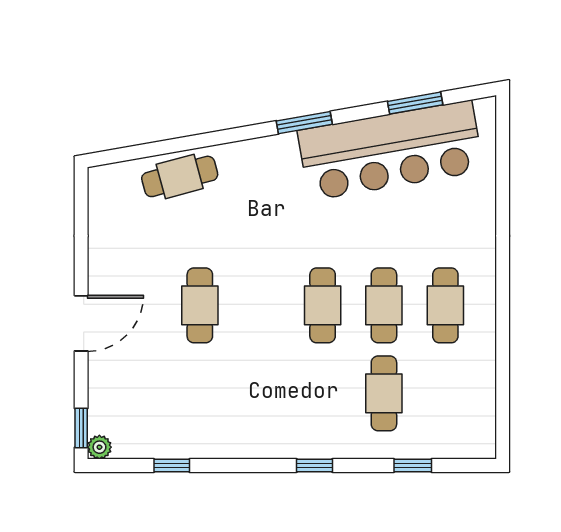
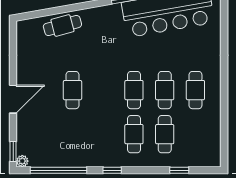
cafe table: (323, 393) -> (134, 134), added
window: (172, 465) -> (58, 170), width x3.17
window: (314, 465) -> (112, 170), moved

